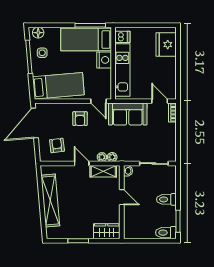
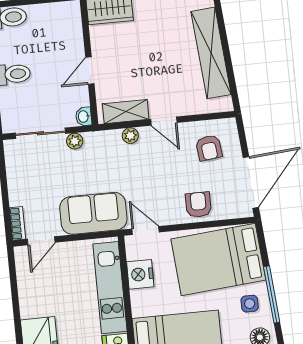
nightstand: (104, 60) -> (140, 274), moved
bed: (58, 86) -> (218, 260), width x1.50
door: (160, 101) -> (41, 241), hinge flipped
armchair: (80, 119) -> (198, 205), moved
plant: (112, 157) -> (75, 141), moved
door: (122, 197) -> (90, 71), hinge flipped

